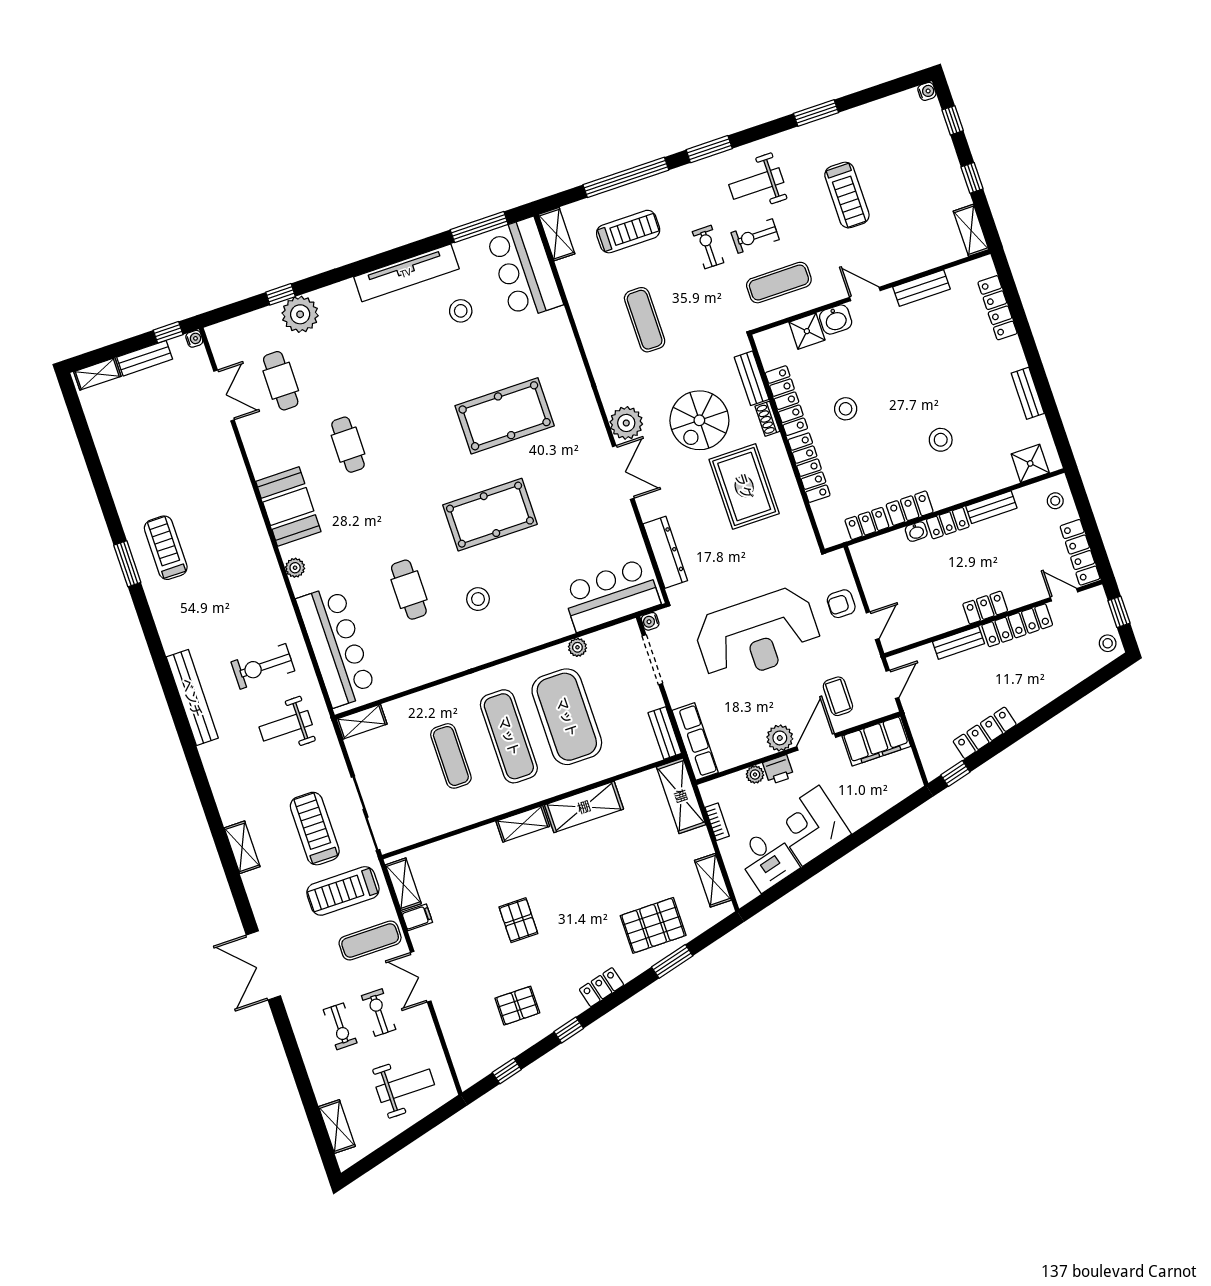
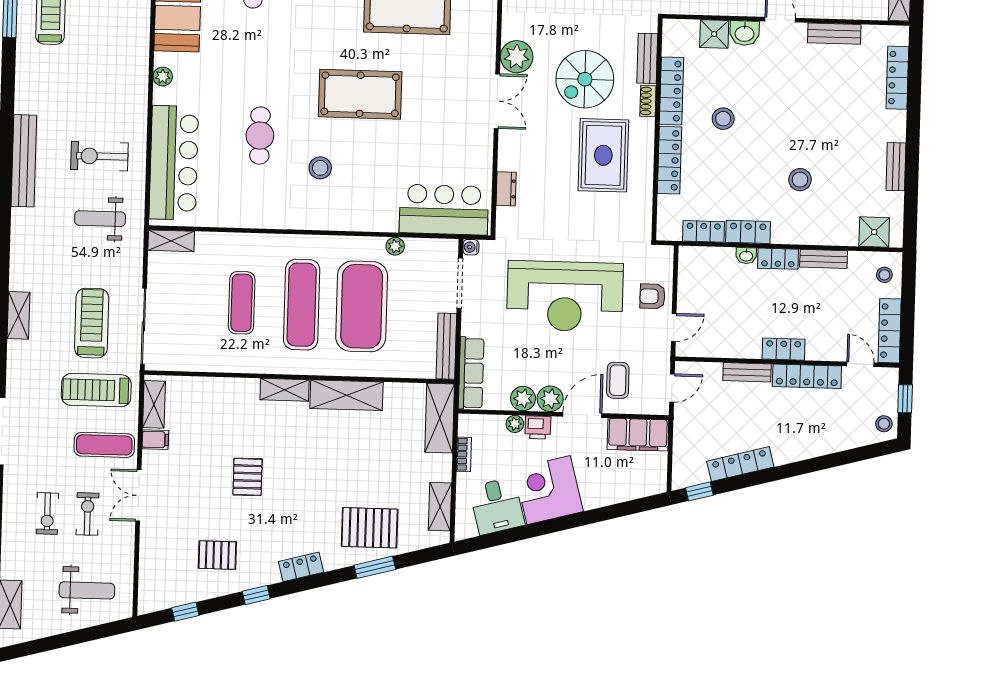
dresser: (665, 552) -> (506, 189), width x0.51, depth x0.80
bench: (665, 733) -> (446, 346), width x1.36
plant: (754, 747) -> (523, 399), added

